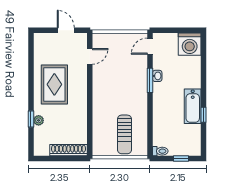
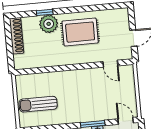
plant: (39, 120) -> (49, 24), width x1.87, depth x1.87
shoe rack: (68, 150) -> (17, 36), moved

